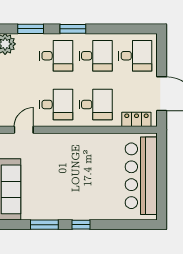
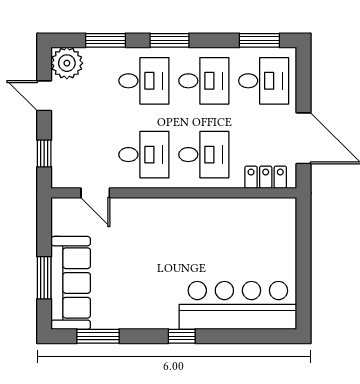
window: (132, 29) -> (259, 40), added
door: (24, 130) -> (95, 193), swing flipped
bar counter: (141, 176) -> (238, 305), moved, turned 90
window: (44, 225) -> (98, 336), moved

